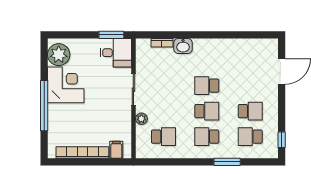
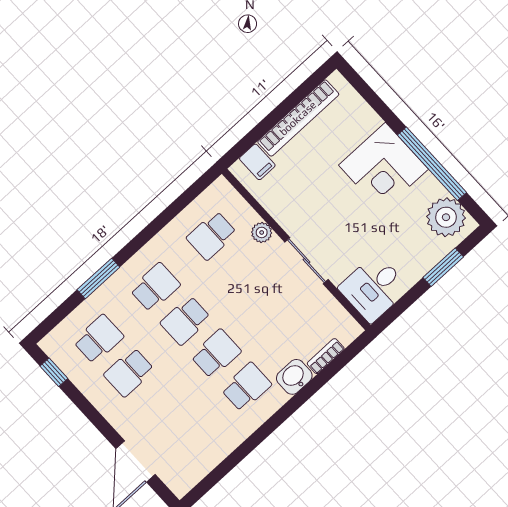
window: (111, 35) -> (443, 267), moved
school desk: (207, 60) -> (246, 387), added
corner desk: (66, 85) -> (383, 167), moved
window: (44, 106) -> (432, 164), moved

